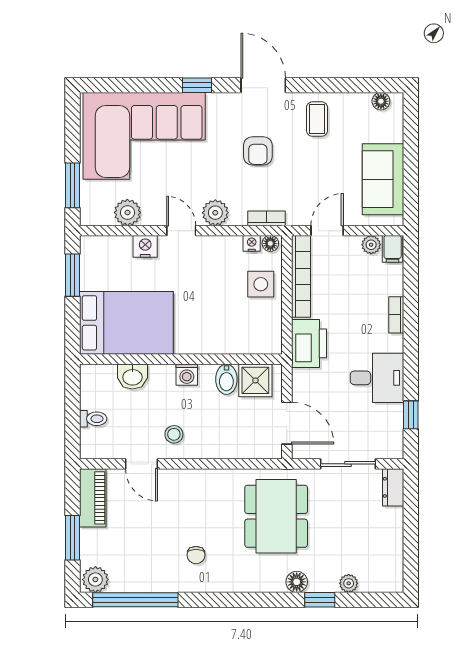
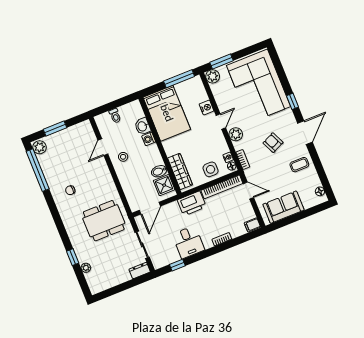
armchair: (258, 151) -> (273, 143), turned 65
plant: (127, 212) -> (213, 76), moved
plant: (371, 245) -> (250, 214), removed
window: (73, 275) -> (179, 79), width x1.44
wardrobe: (242, 341) -> (180, 171), added
washing machine: (187, 375) -> (149, 139), moved
piano: (93, 498) -> (78, 131), removed
floor lamp: (297, 582) -> (77, 243), removed

